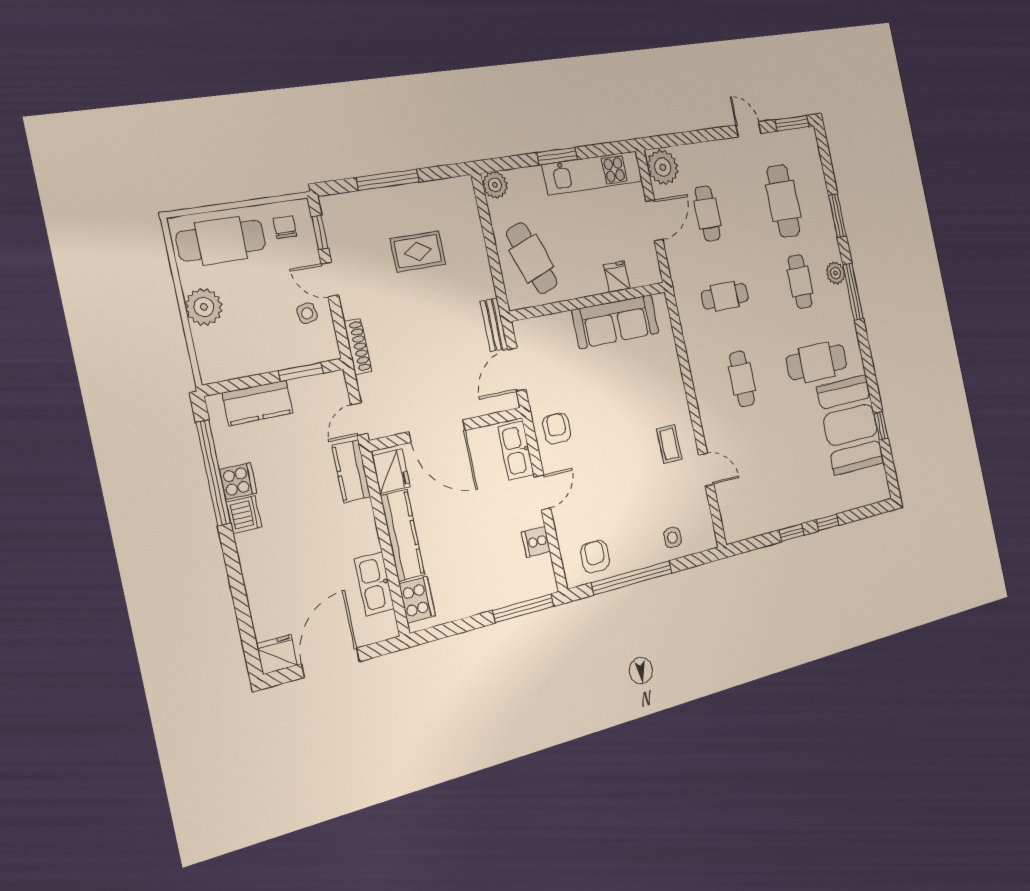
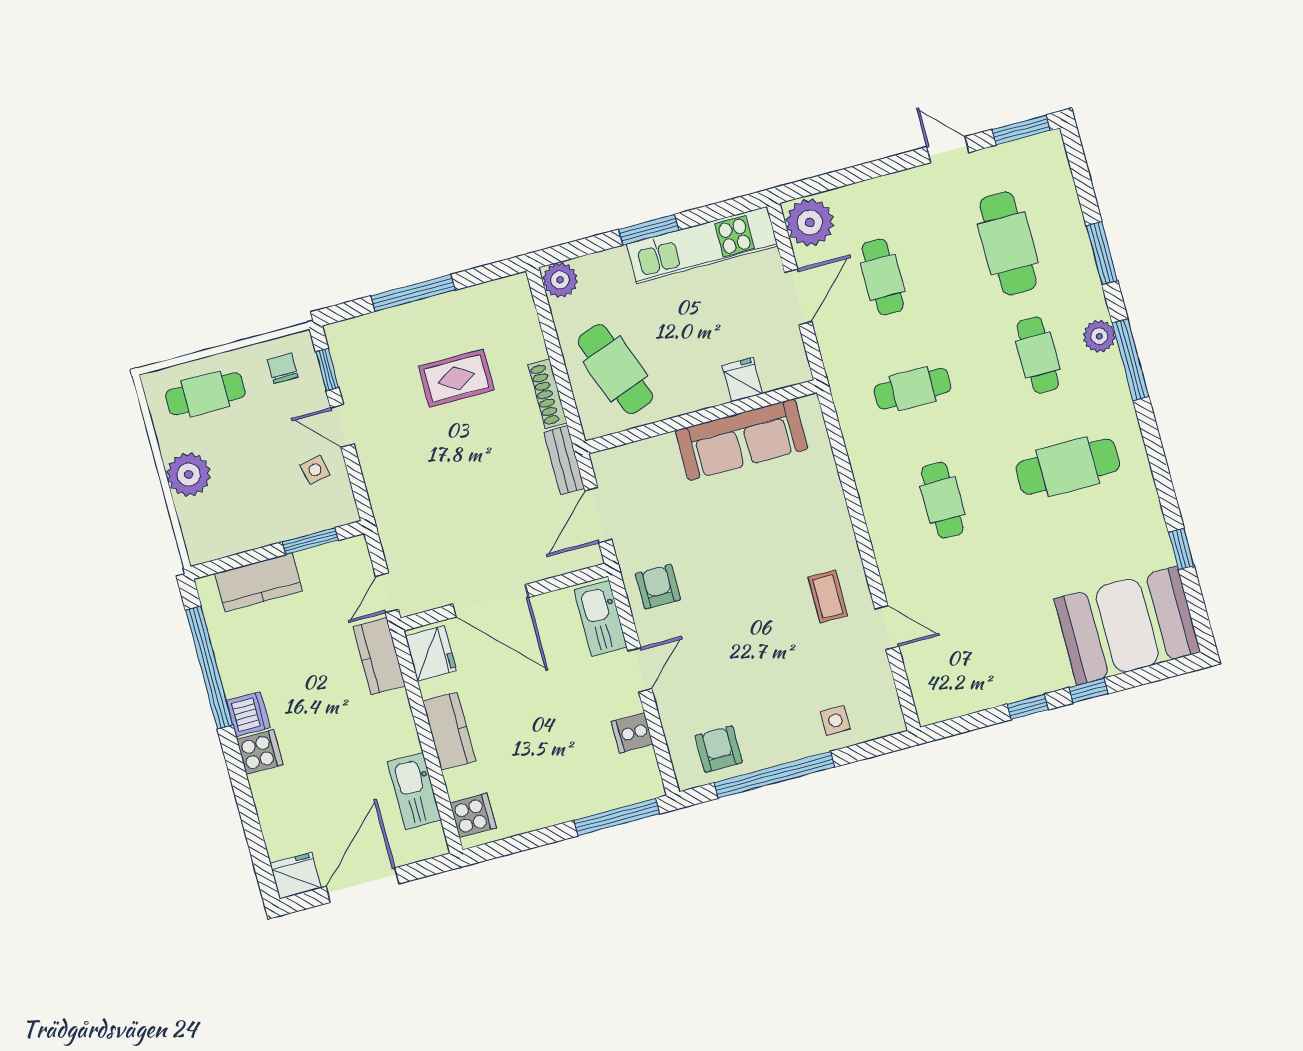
cafe table: (221, 241) -> (205, 394), width x0.73, depth x0.74
shoe rack: (358, 347) -> (548, 394), moved, turned 180
booth: (850, 425) -> (1127, 626), moved, turned 90
cooker: (238, 481) -> (260, 752), moved
kitchen counter: (403, 535) -> (449, 731), width x0.67
cooker: (417, 600) -> (473, 815), width x0.73

